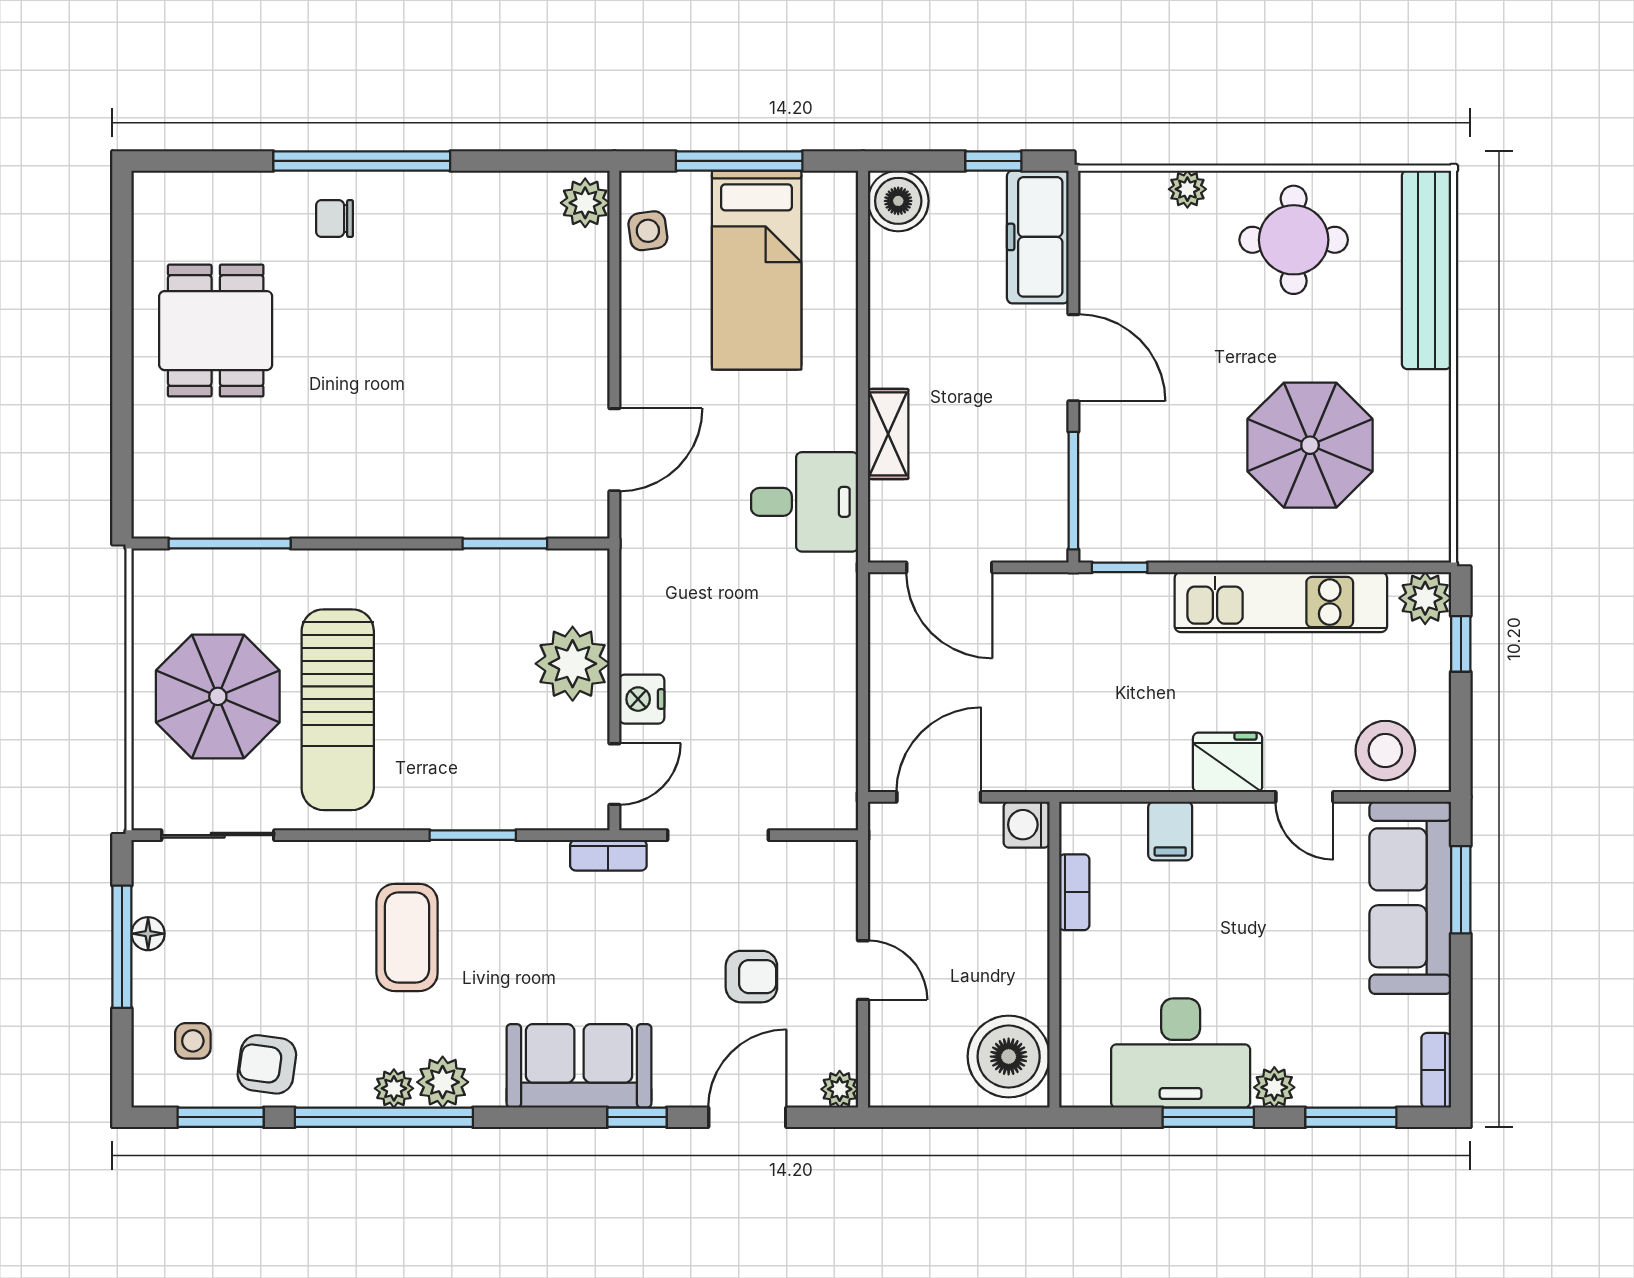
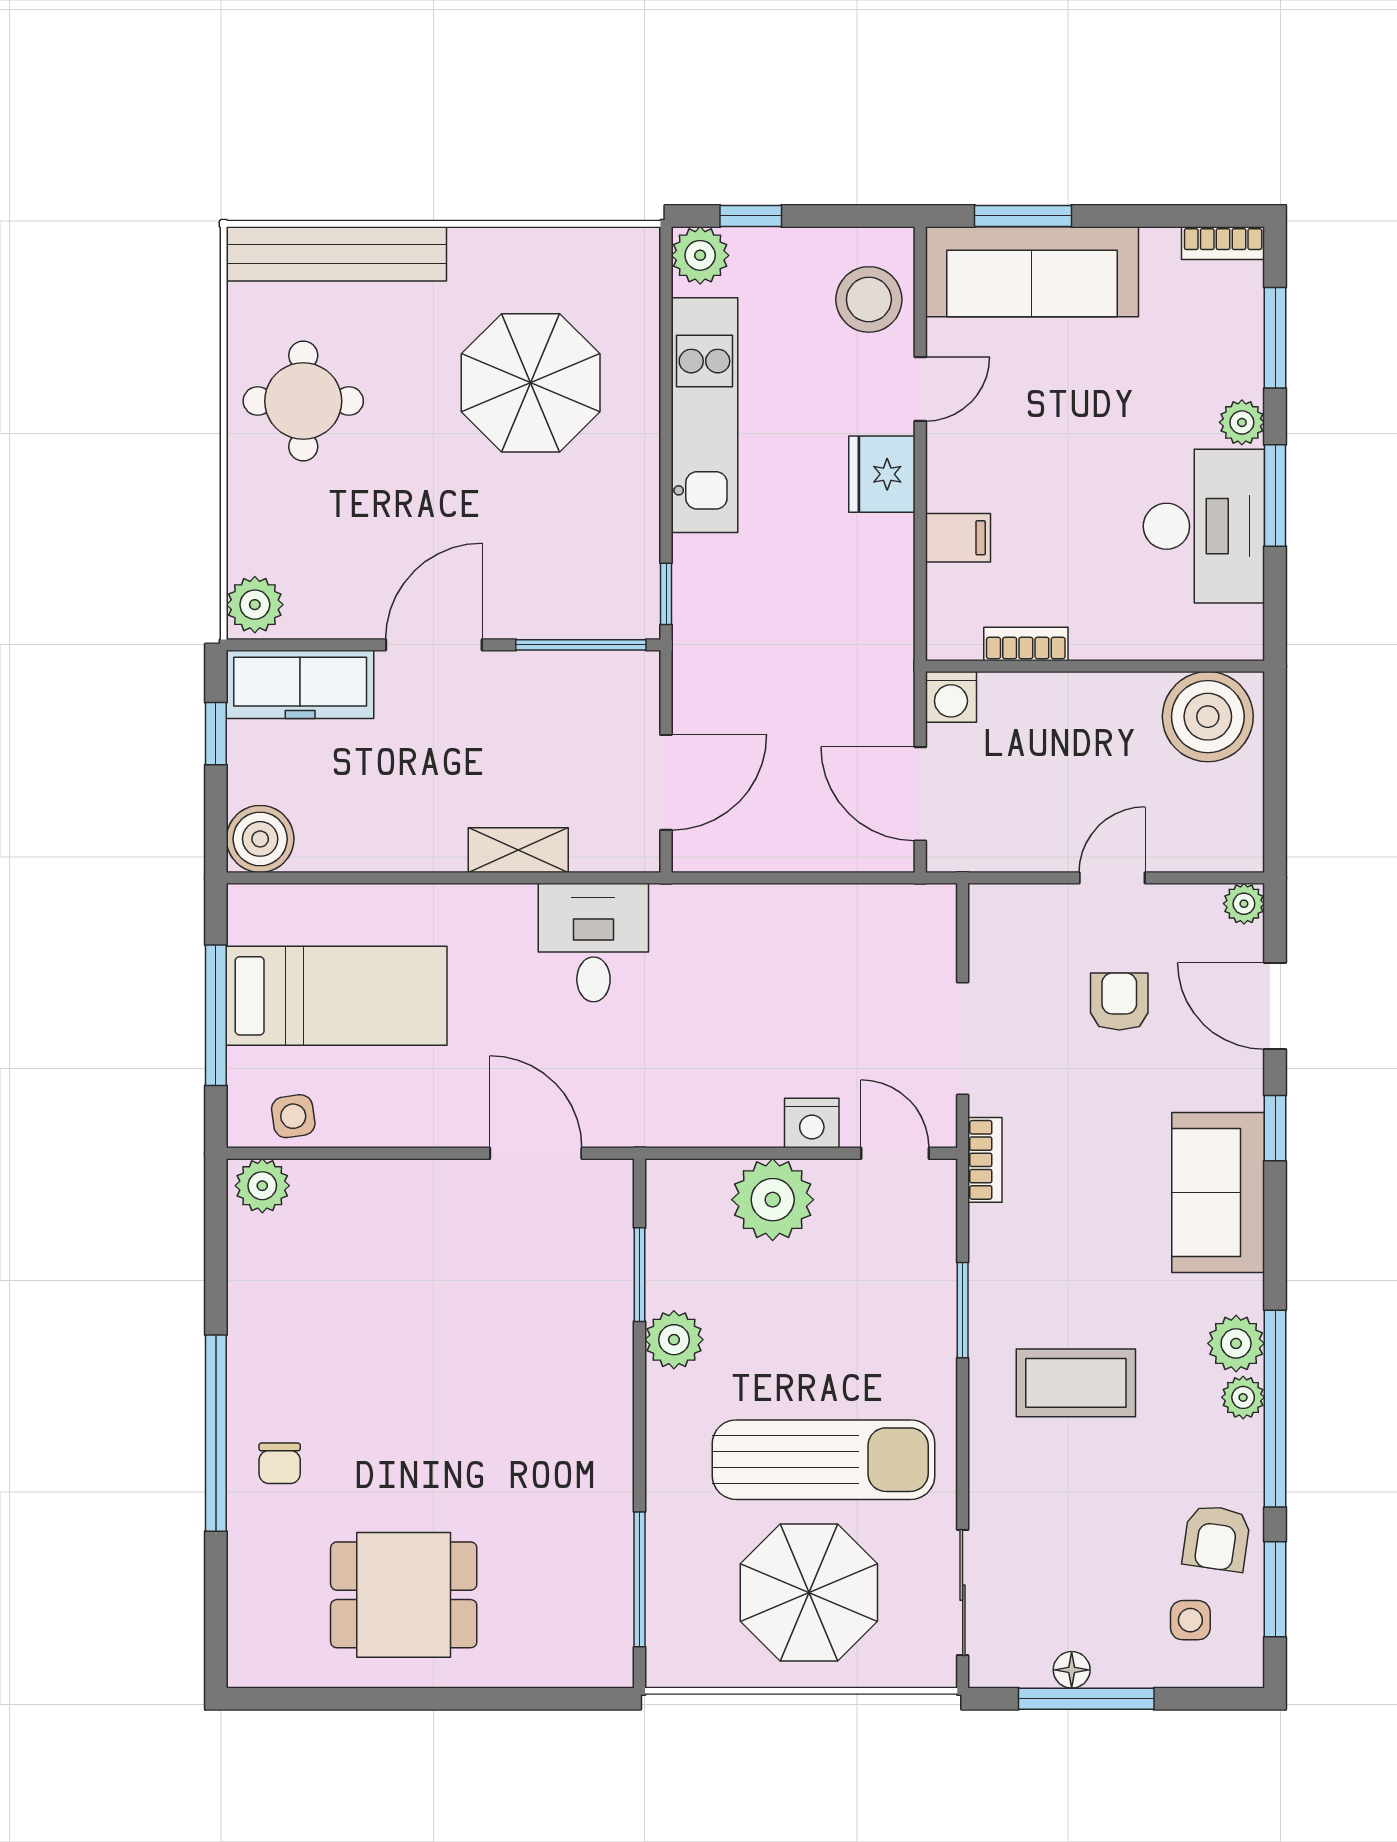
plant: (1187, 189) -> (255, 605), moved, width x1.38, depth x1.38
plant: (446, 575) -> (674, 1340), added

